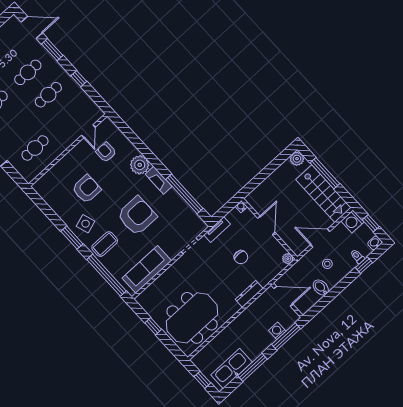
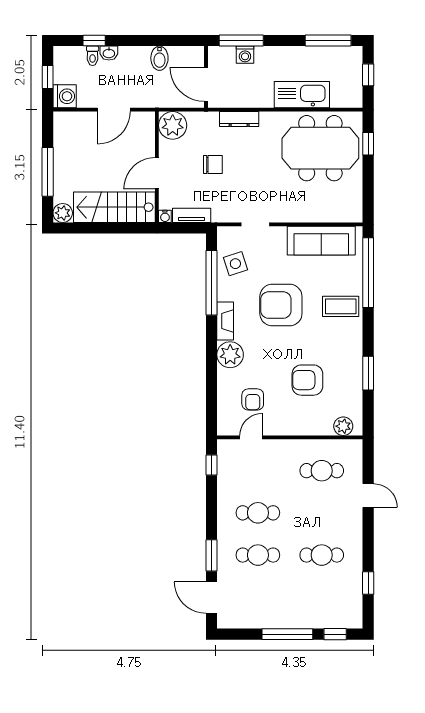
window: (79, 79) -> (212, 465), moved
plant: (45, 182) -> (343, 426), added
stairs: (323, 194) -> (114, 207), moved, turned -90
side table: (86, 224) -> (235, 264), moved
tv unit: (217, 230) -> (192, 215), moved
window: (72, 238) -> (368, 373), moved
door: (320, 238) -> (114, 110), hinge flipped
washbasin: (375, 243) -> (109, 53), moved
chair: (241, 257) -> (213, 165), turned 90
plant: (288, 259) -> (173, 125), width x1.87, depth x1.87
stool: (327, 264) -> (130, 76), removed
window: (153, 326) -> (368, 144), moved
window: (252, 367) -> (328, 40), moved
kitchen sink: (231, 368) -> (302, 95), moved, turned 180

